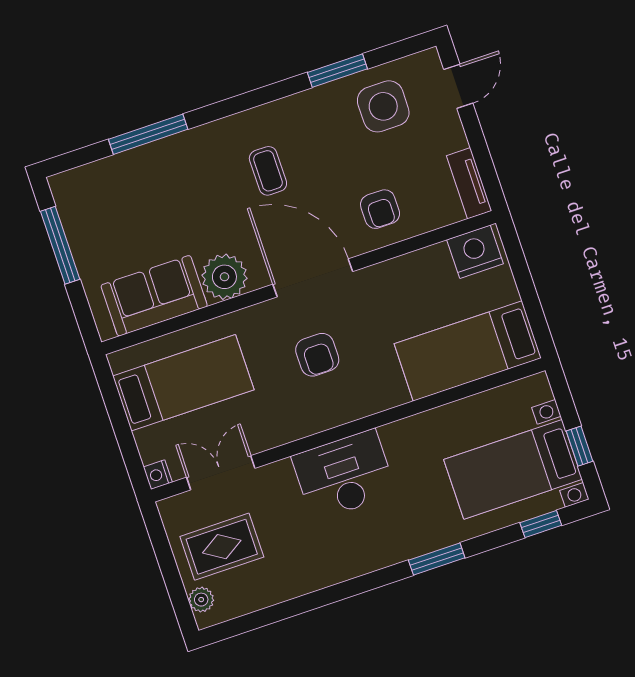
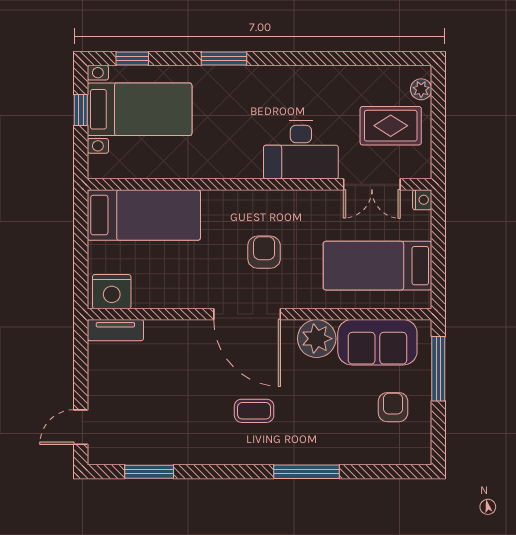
window: (337, 71) -> (149, 472), moved
side table: (383, 106) -> (146, 431), removed
window: (148, 134) -> (307, 472), moved
coffee table: (268, 171) -> (254, 411), turned 90
tv unit: (469, 183) -> (115, 330), moved, turned 90
armchair: (380, 209) -> (393, 407), moved
window: (60, 245) -> (438, 369), moved
desk: (344, 475) -> (301, 150), moved

